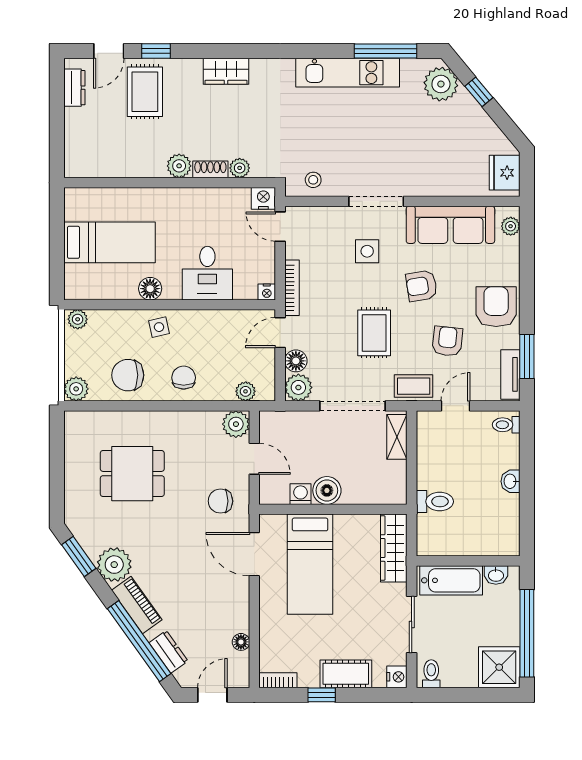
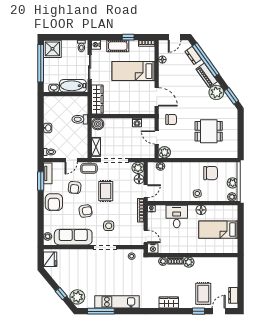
chair: (184, 378) -> (187, 172), removed
plant: (76, 389) -> (233, 183), moved
boiler: (327, 490) -> (98, 124), moved
bed: (310, 564) -> (133, 71), moved, turned -90

